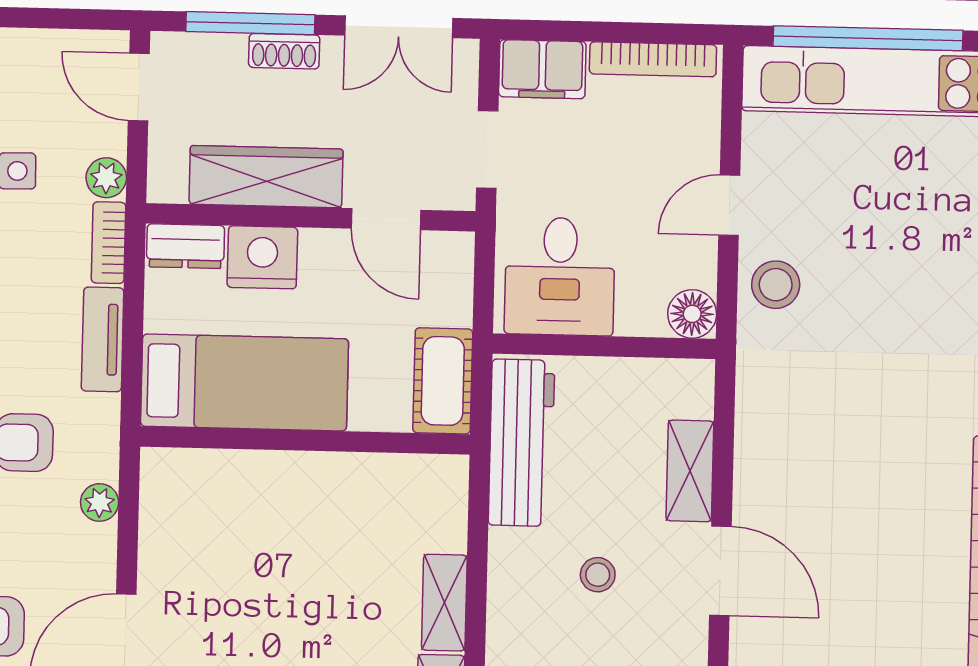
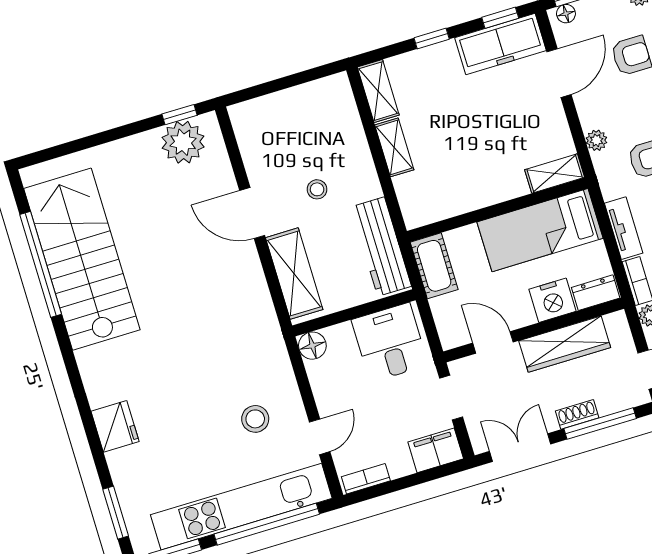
bookcase: (653, 59) -> (366, 479), width x0.64
door: (729, 205) -> (320, 437), moved
stool: (776, 285) -> (255, 419), moved
shelving: (189, 470) -> (555, 173), added
shelving: (690, 471) -> (294, 274), width x1.50, depth x1.33

